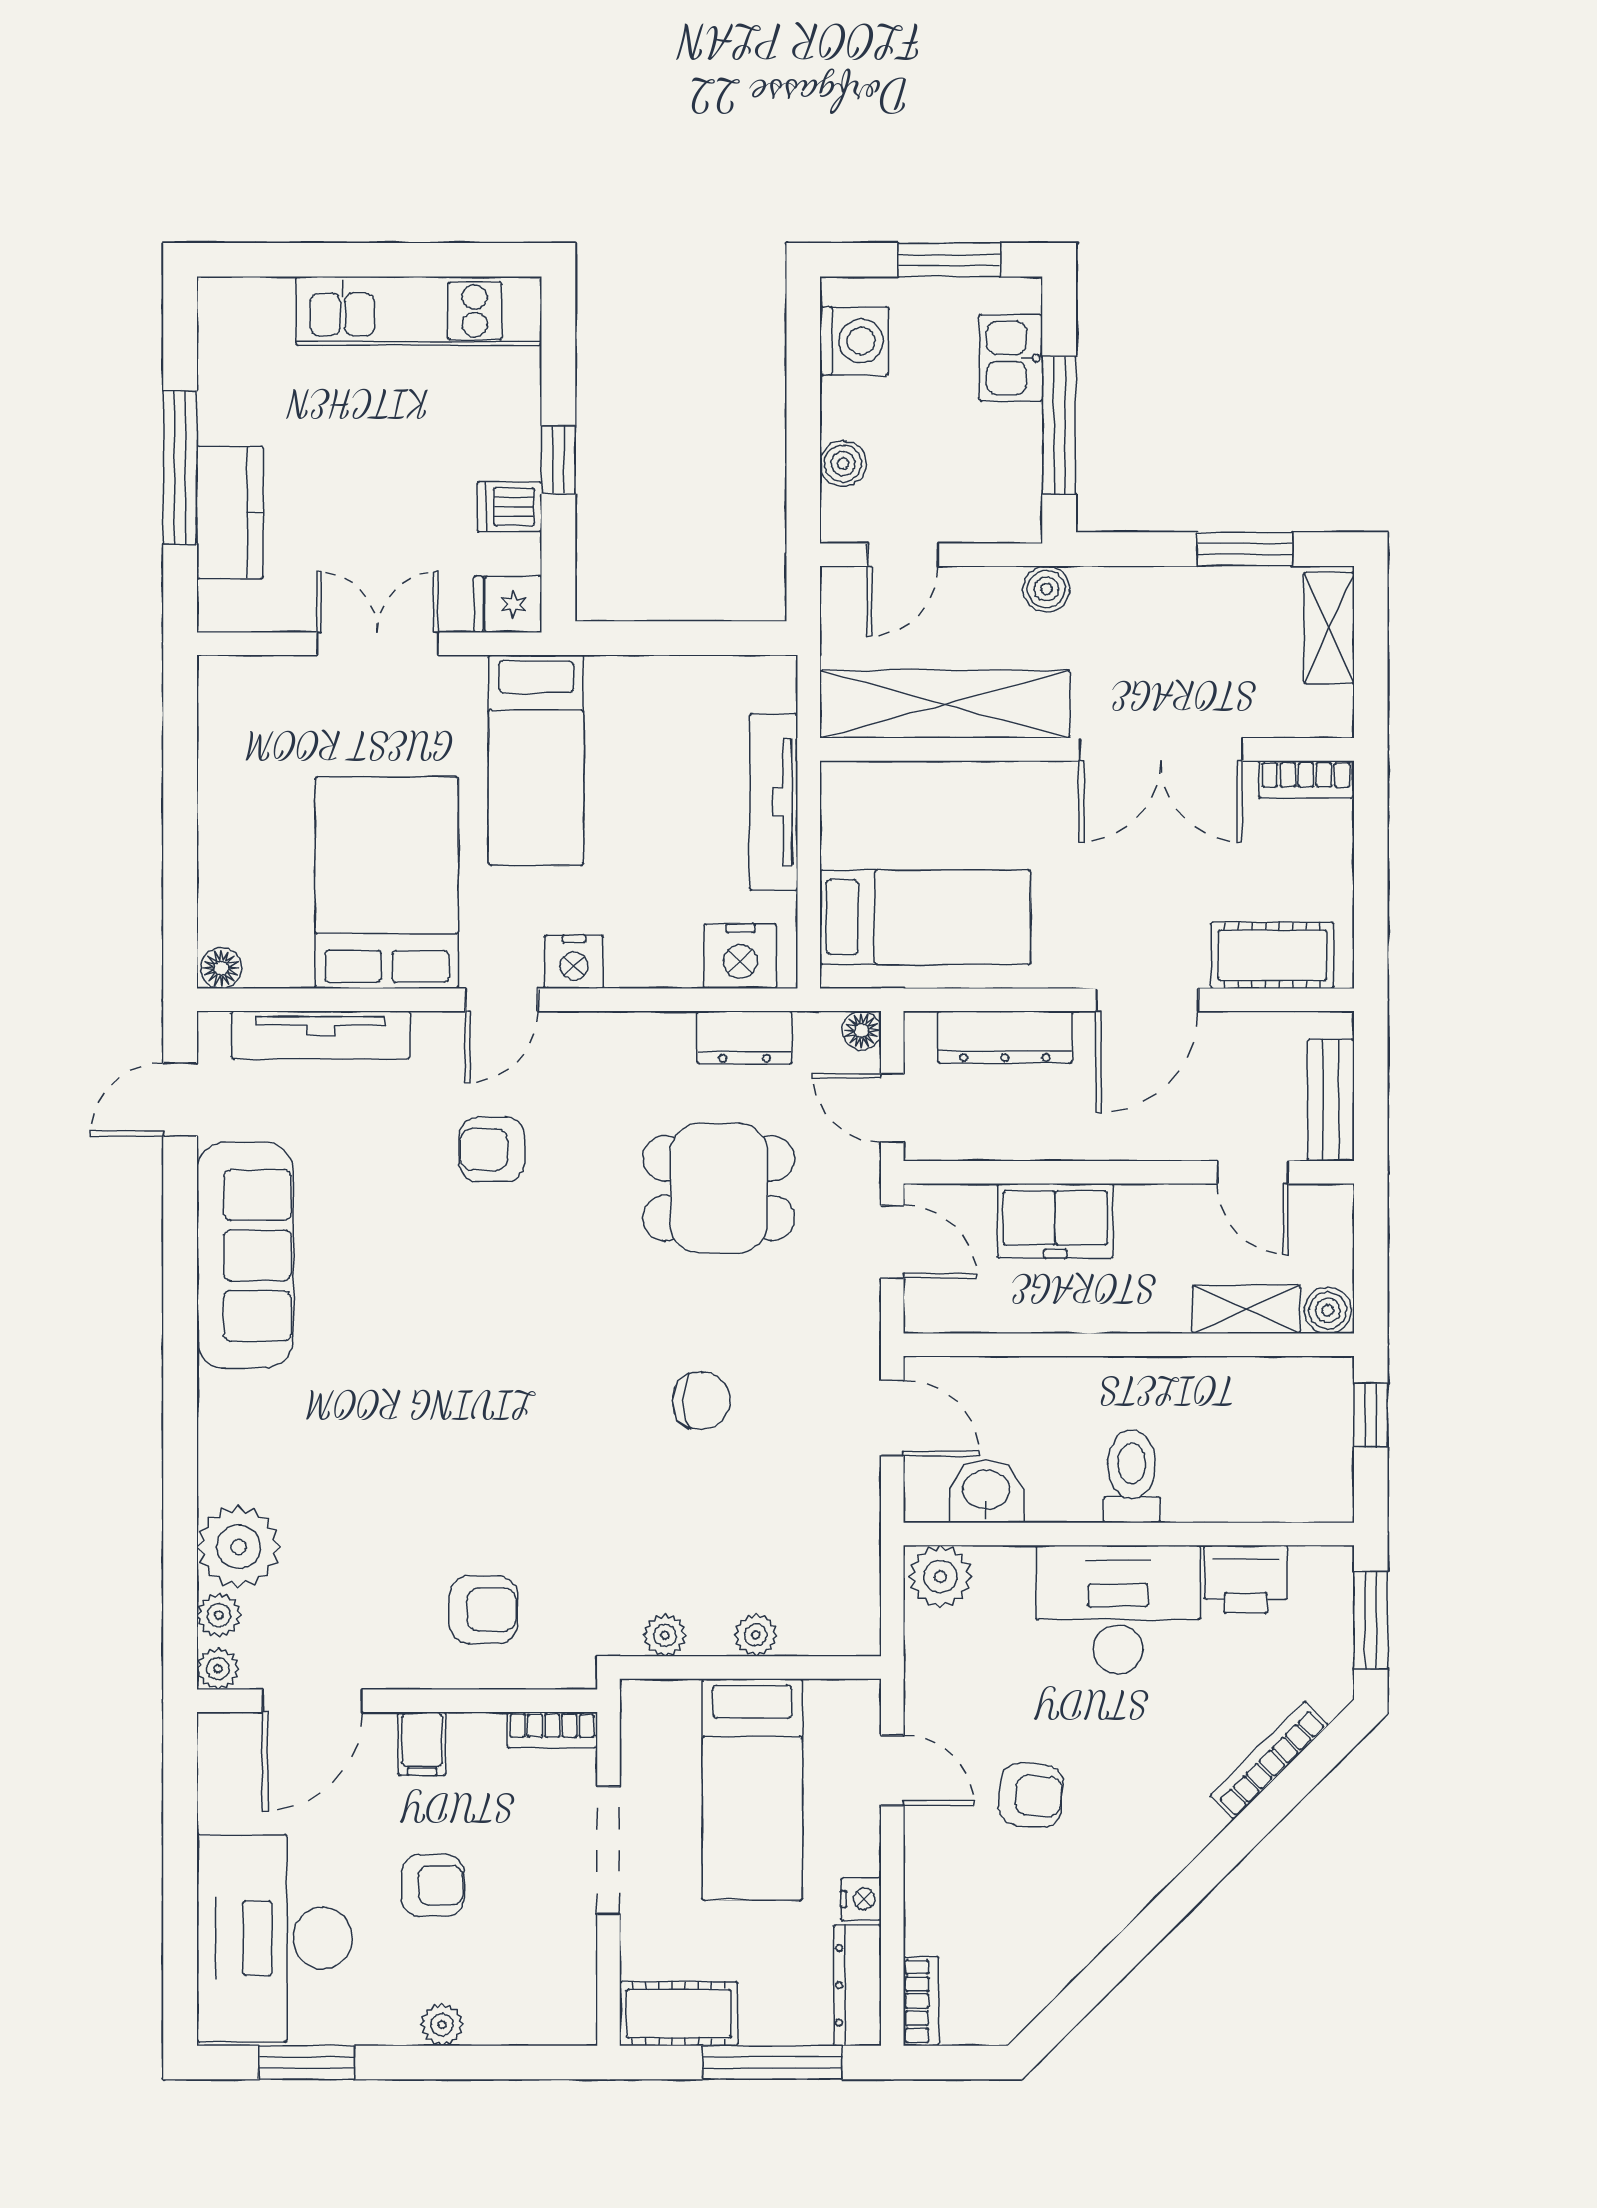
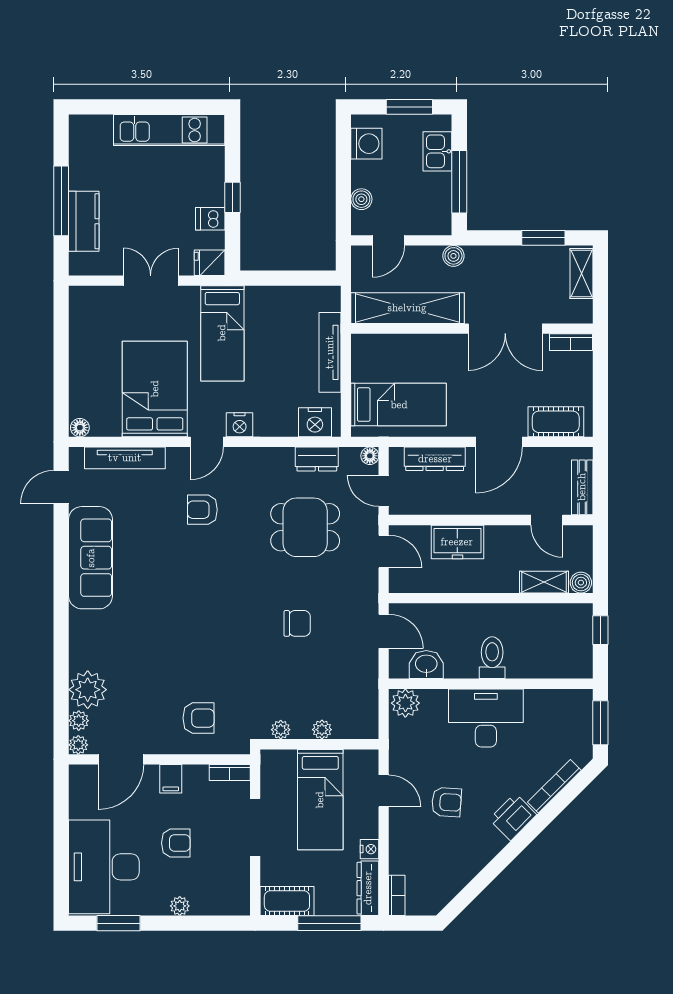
printer: (1246, 1579) -> (513, 817), moved, turned 135

